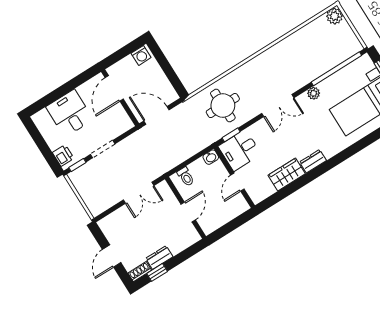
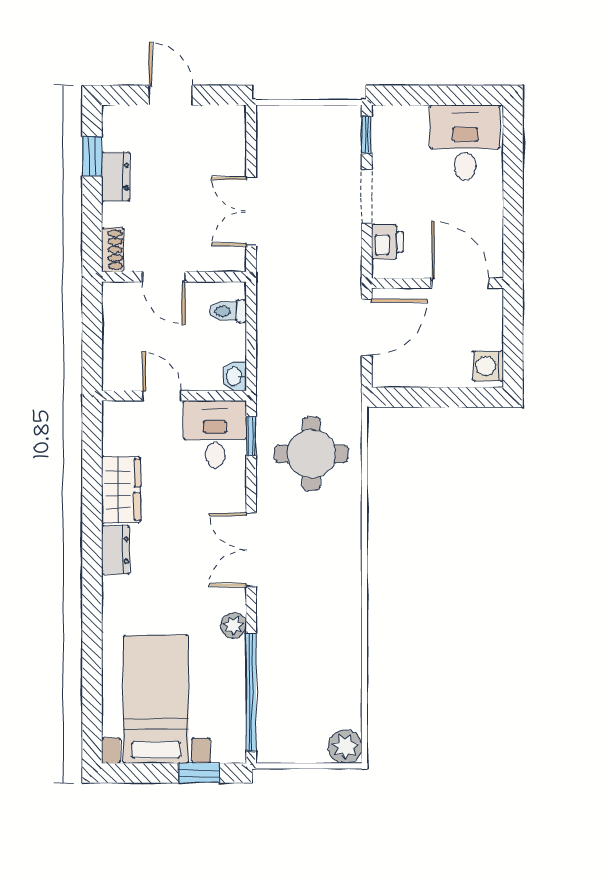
desk: (70, 113) -> (465, 143), moved, turned -90
printer: (63, 155) -> (387, 242), moved, turned -90
shoe rack: (140, 272) -> (113, 250), moved

